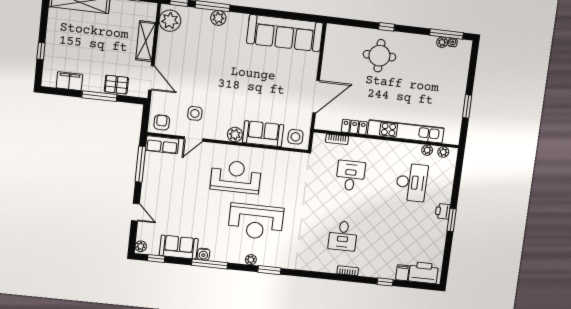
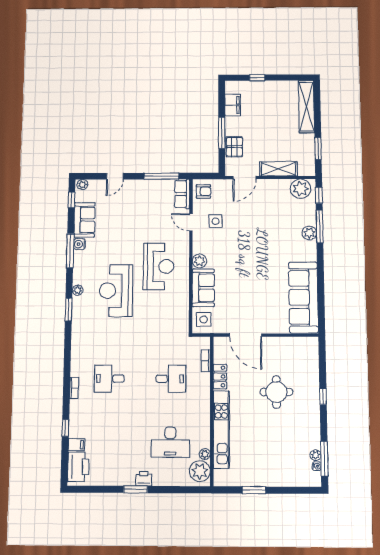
round table: (379, 56) -> (276, 392), moved
plant: (443, 152) -> (200, 471), width x1.88, depth x1.88

